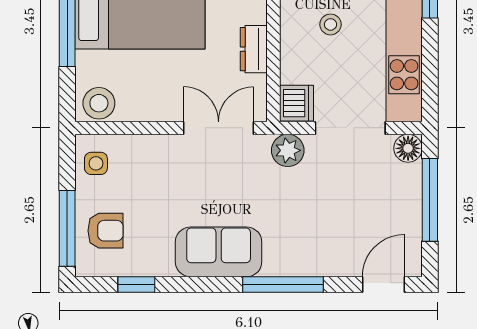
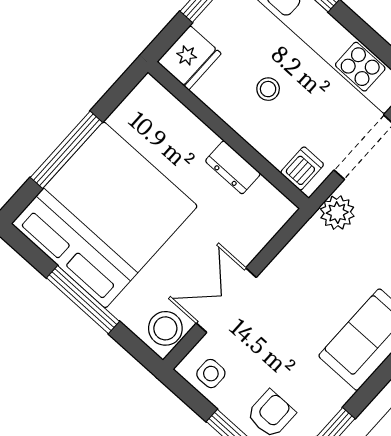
dishwasher: (296, 103) -> (302, 169), width x0.73
double door: (219, 128) -> (226, 300), moved

